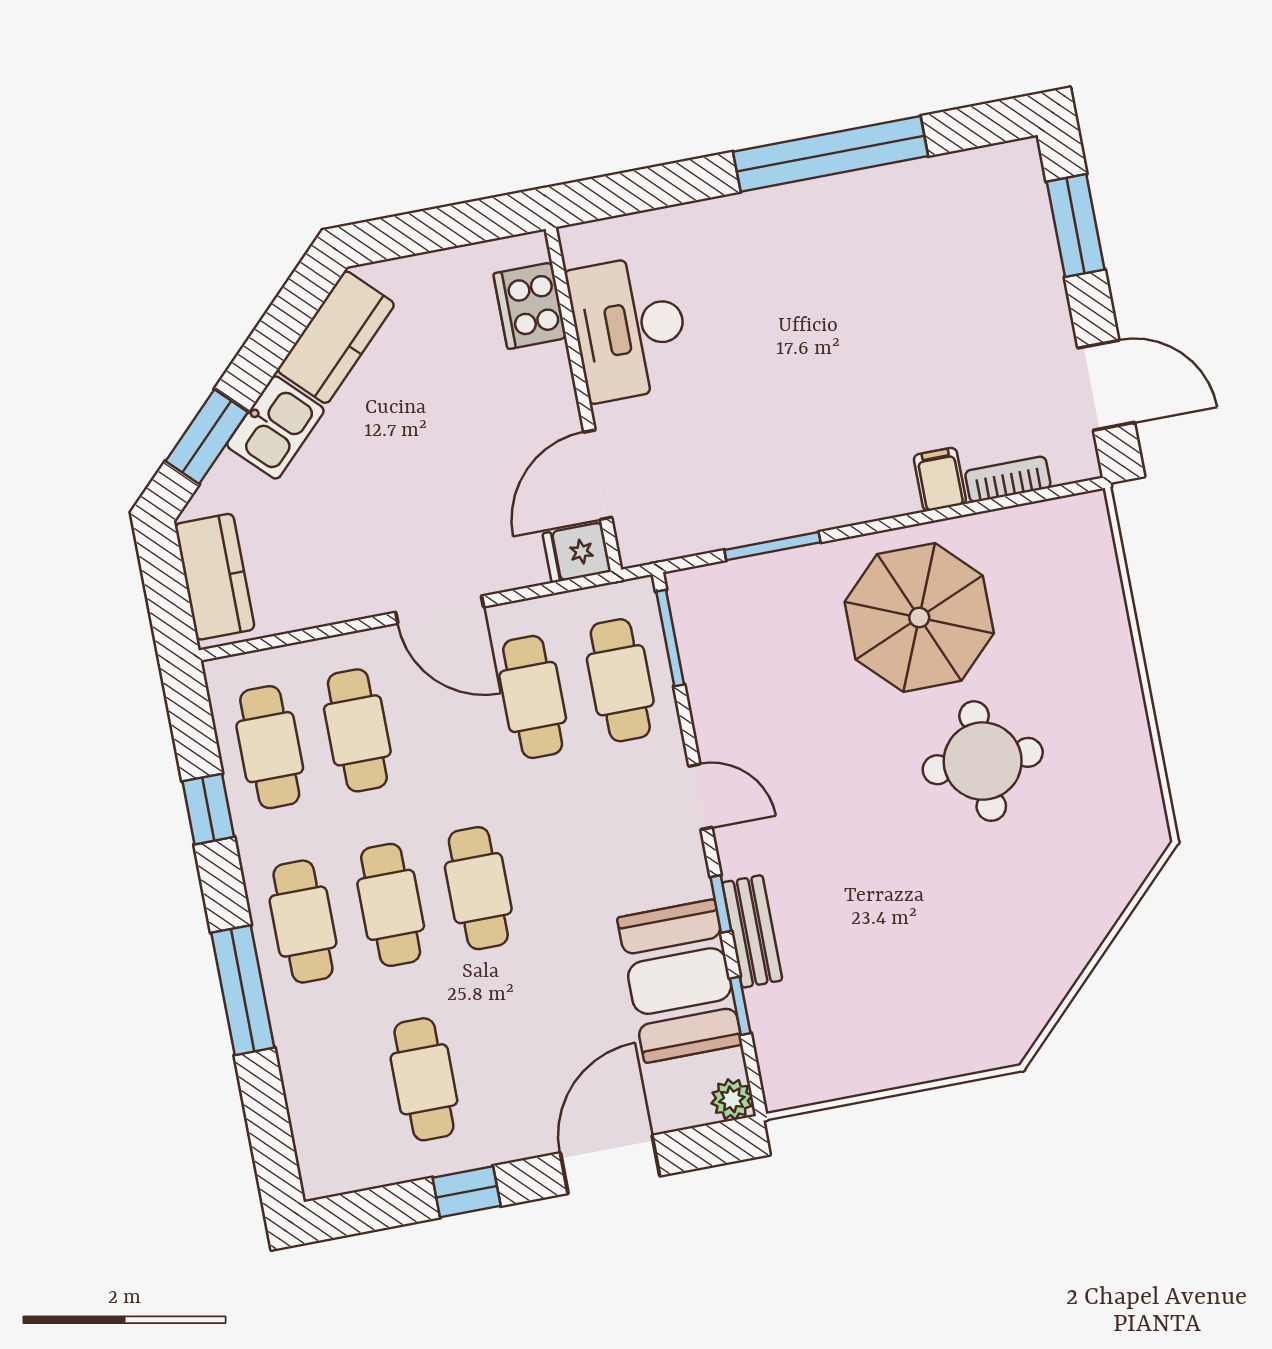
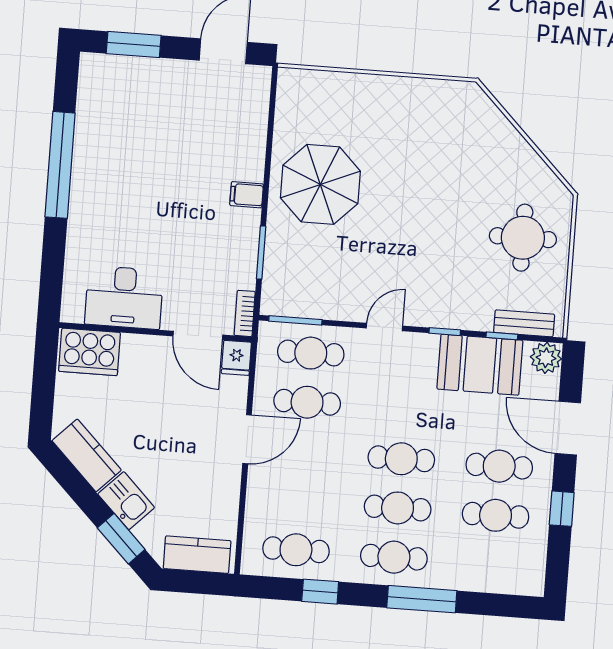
cooker: (530, 306) -> (90, 352), width x1.37, depth x1.31
filing cabinet: (940, 479) -> (247, 195), moved
bookcase: (1008, 479) -> (245, 313), moved
cafe table: (357, 730) -> (499, 466), moved
round table: (983, 761) -> (523, 238), moved
bench: (752, 931) -> (524, 323), moved
plant: (732, 1099) -> (546, 358), width x1.38, depth x1.38

